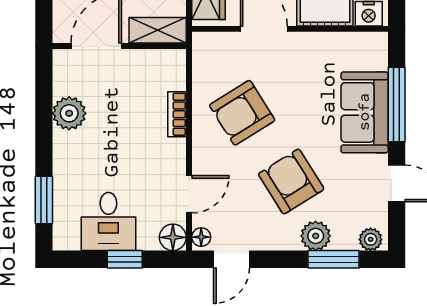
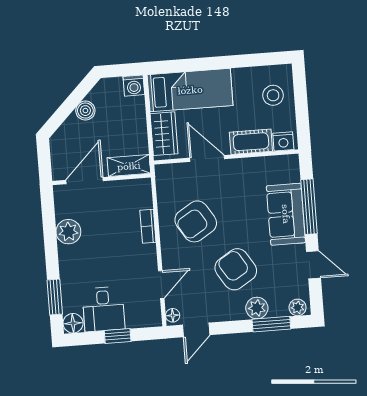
floor lamp: (173, 237) -> (73, 323), moved

